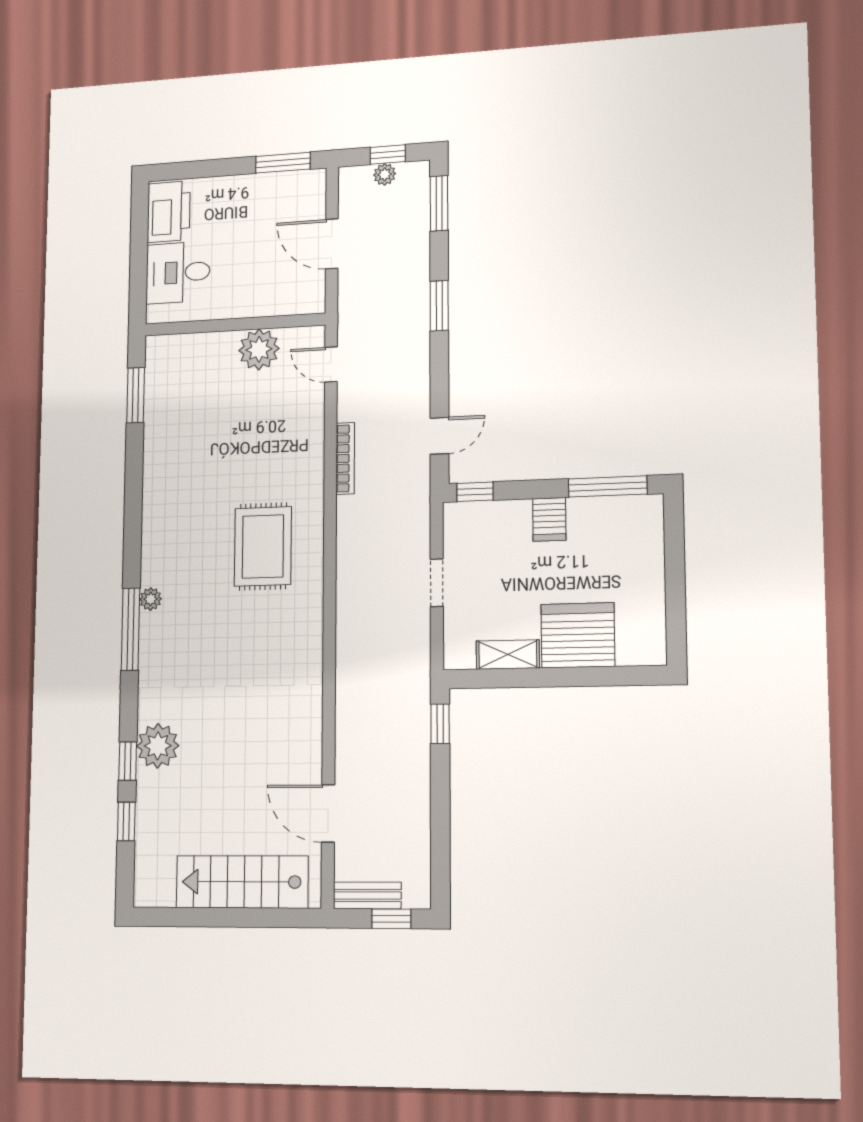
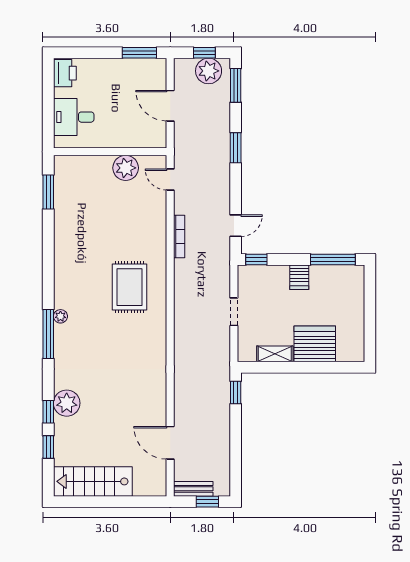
plant: (385, 174) -> (209, 71), width x1.88, depth x1.88
printer: (169, 212) -> (65, 73), width x0.73, depth x0.84
stairs: (242, 882) -> (93, 481), moved

